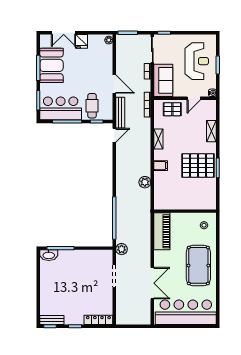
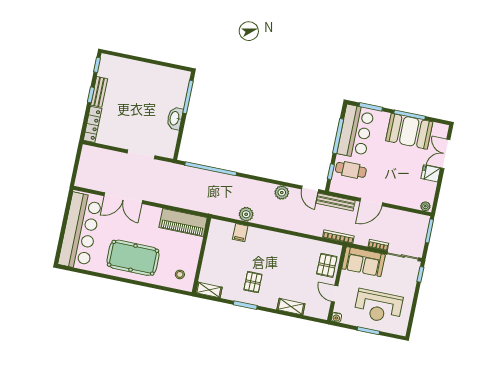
shelving: (158, 139) -> (209, 290), moved
pallet: (198, 165) -> (253, 282), width x0.49, depth x0.50
filing cabinet: (161, 166) -> (240, 233), moved
plant: (122, 249) -> (282, 193), moved
washbasin: (49, 255) -> (175, 118), moved
bench: (52, 320) -> (99, 92), moved

